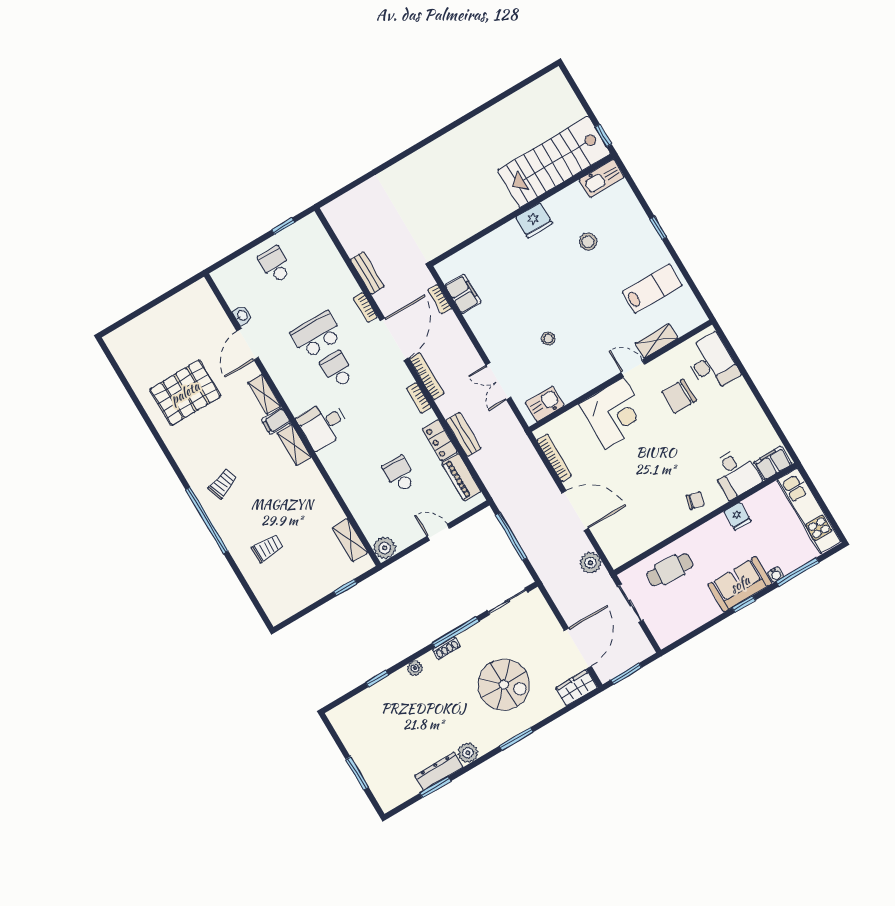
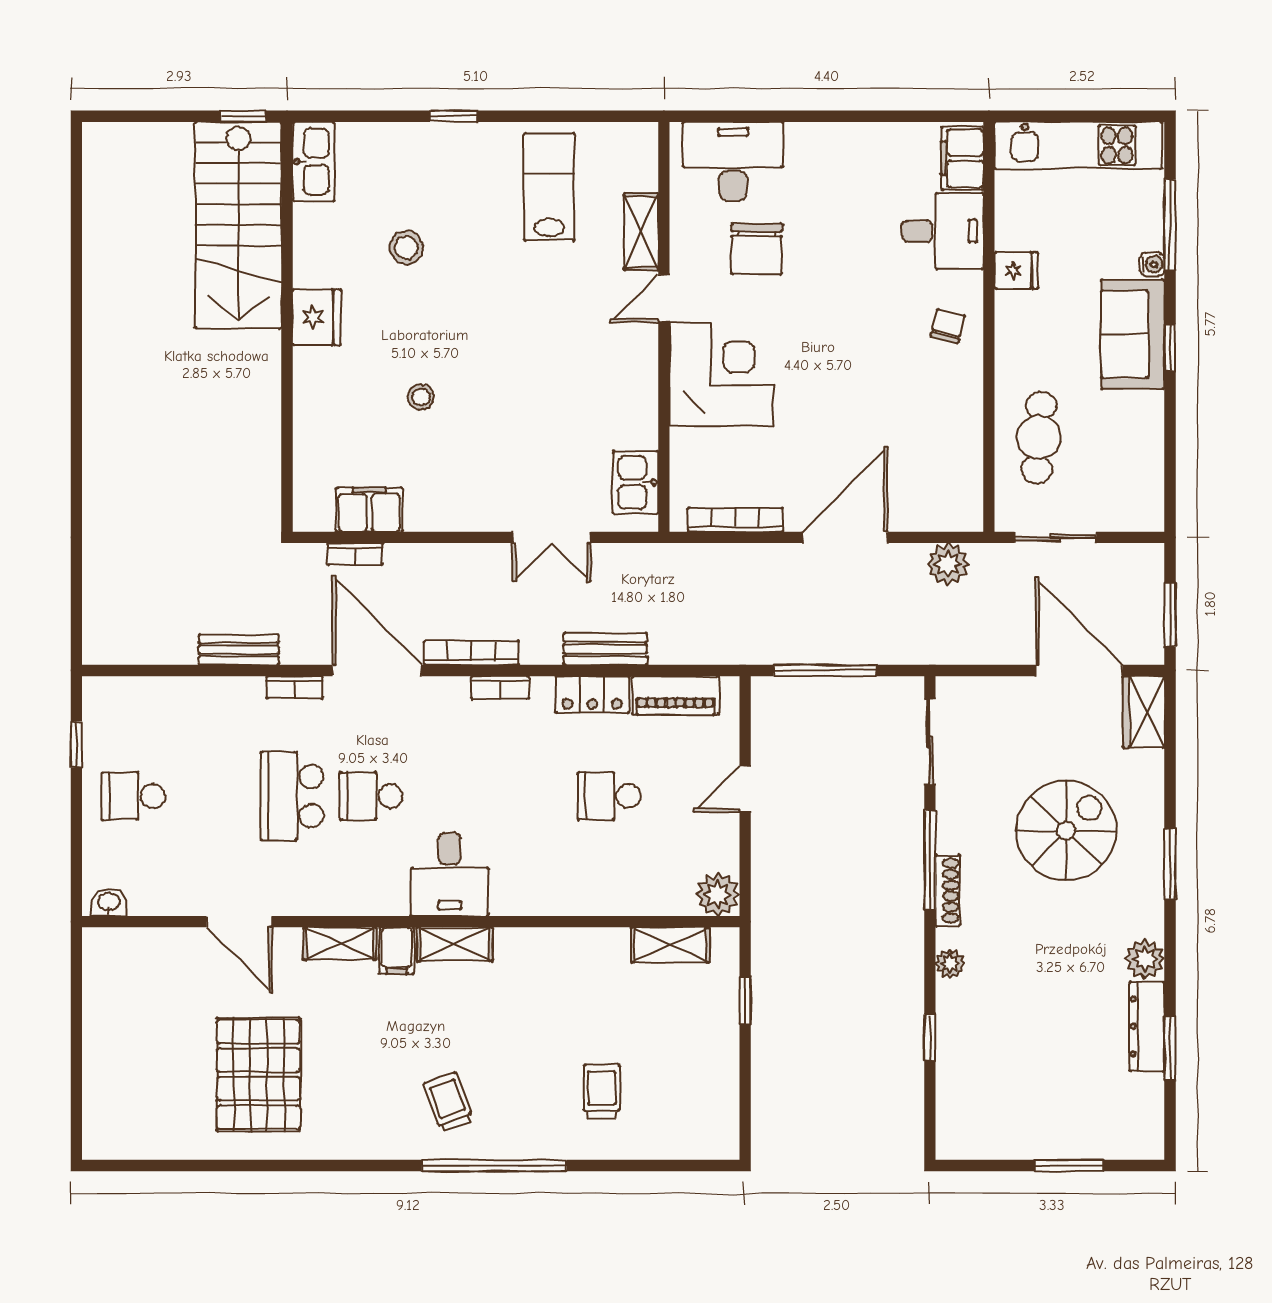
washbasin: (242, 316) -> (109, 902), moved
stool: (548, 339) -> (421, 397), moved
shoe rack: (446, 648) -> (948, 891), width x1.43

